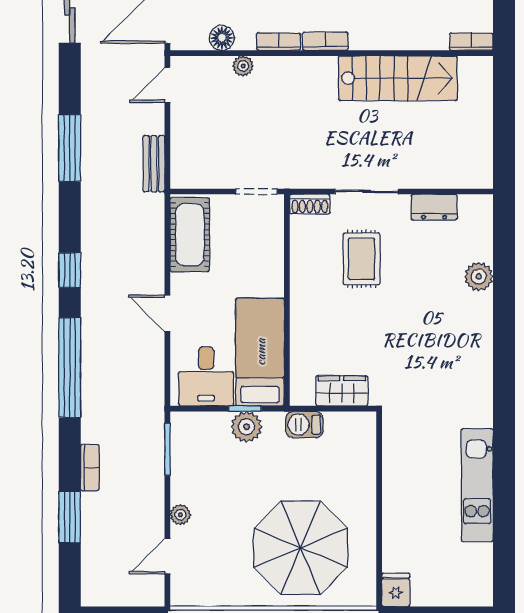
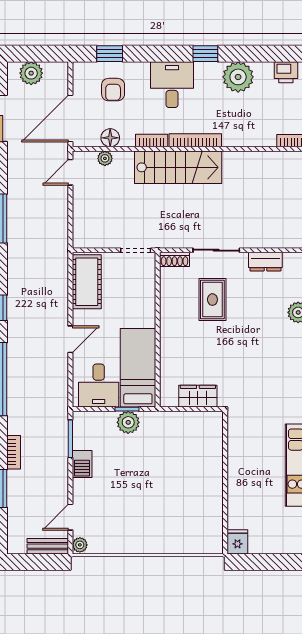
bookcase: (325, 41) -> (195, 140), width x1.56
plant: (243, 66) -> (105, 158), moved
stairs: (398, 78) -> (178, 167), moved
bench: (154, 164) -> (48, 546), moved, turned 90
door: (167, 313) -> (70, 339), swing flipped
barbecue: (304, 425) -> (82, 464), moved, turned -90
plant: (180, 515) -> (80, 545), moved
parasol: (301, 548) -> (168, 511), removed

